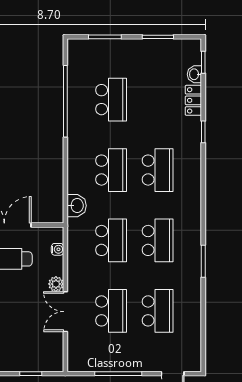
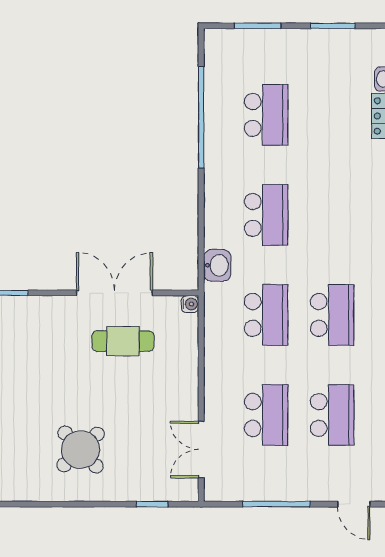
school desk: (158, 170) -> (332, 215), removed
water cooler: (57, 249) -> (190, 304), moved
plant: (56, 284) -> (188, 377), removed
double door: (65, 312) -> (201, 449), moved

